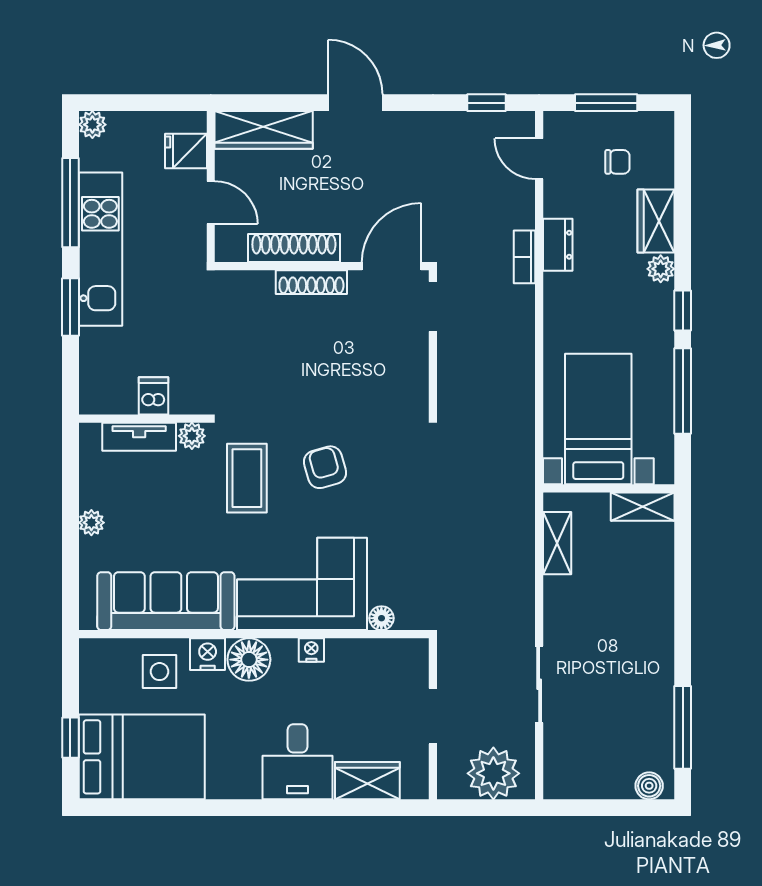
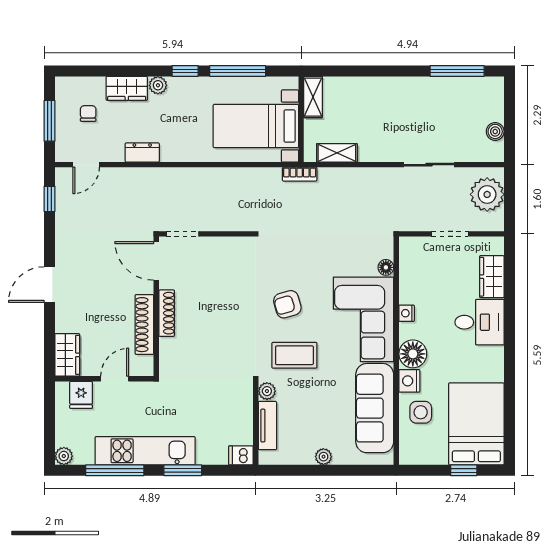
wardrobe: (264, 130) -> (67, 355), width x0.67
bookcase: (525, 257) -> (300, 174), moved
dishwasher: (154, 396) -> (241, 455), moved
boiler: (649, 786) -> (495, 131), moved

